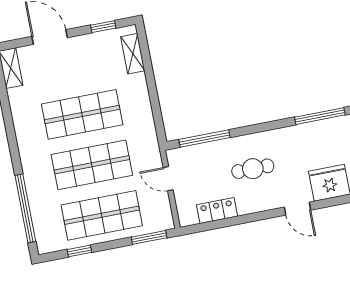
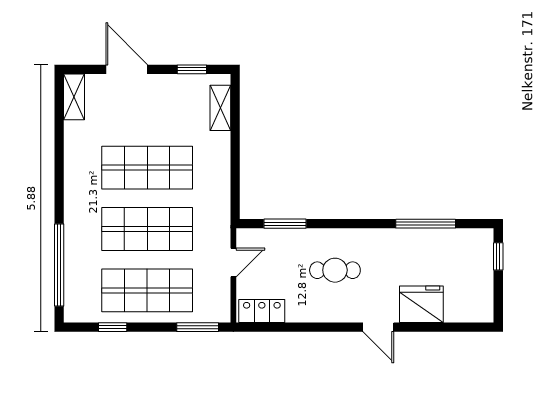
window: (204, 138) -> (285, 224), width x0.69
door: (168, 179) -> (233, 263), swing flipped
locker: (217, 210) -> (262, 311), moved

